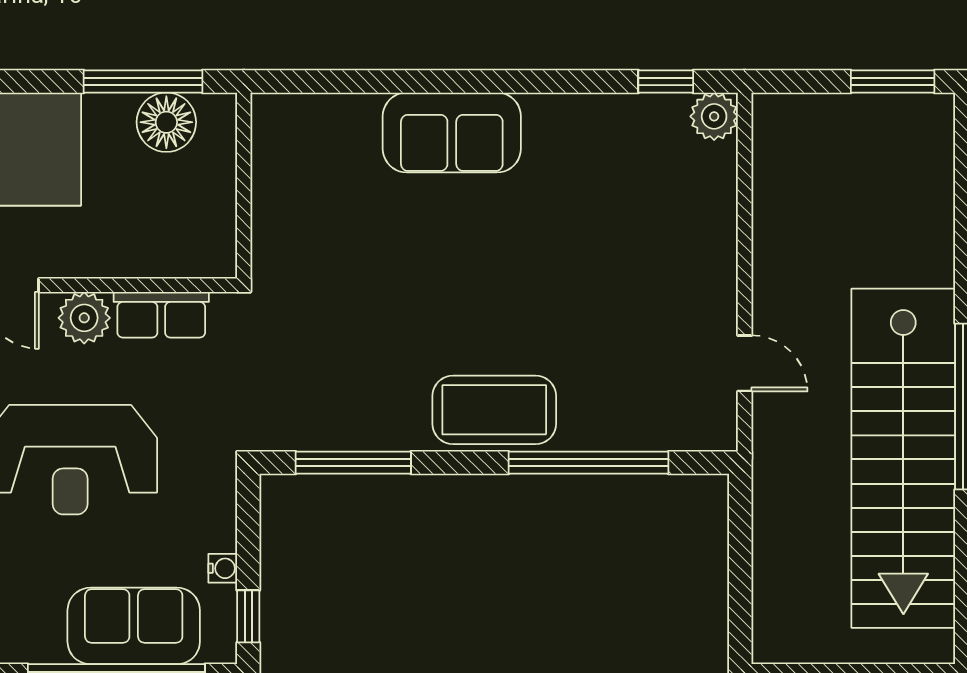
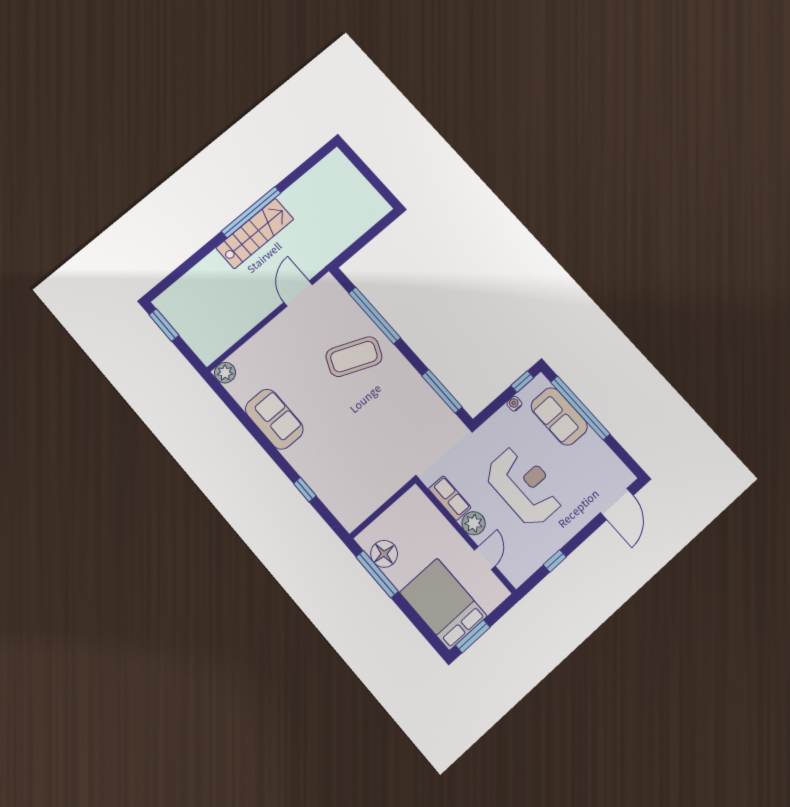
window: (666, 81) -> (305, 490), moved
sofa: (452, 132) -> (274, 419), moved
door: (745, 363) -> (298, 293), width x1.38
coffee table: (494, 410) -> (354, 357), moved, turned -67
stairs: (903, 458) -> (255, 233), width x0.54, depth x0.66

